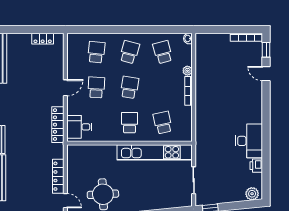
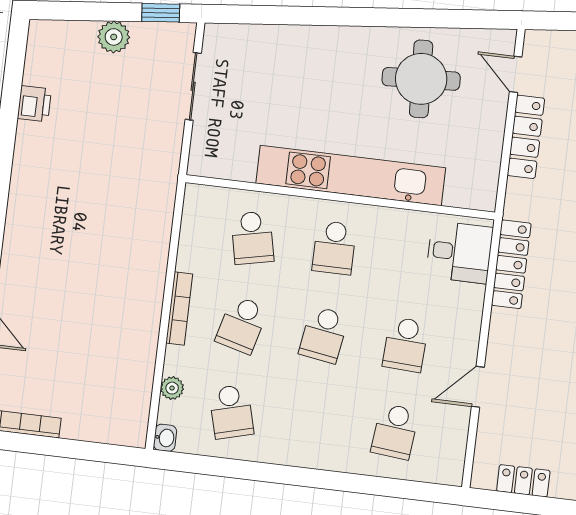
school desk: (129, 52) -> (242, 325), moved
plant: (187, 71) -> (172, 388), moved
door: (65, 88) -> (478, 387), moved
desk: (249, 141) -> (45, 167), removed
kitchen unit: (155, 152) -> (351, 175), moved
plant: (252, 194) -> (114, 37), moved

